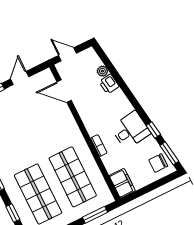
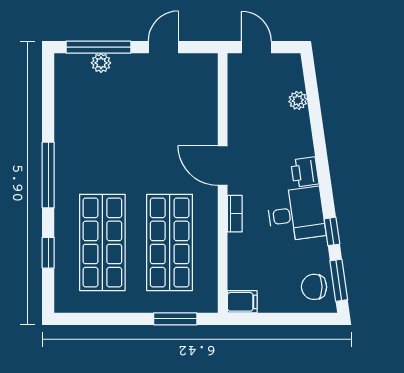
printer: (109, 84) -> (305, 172), moved
door: (64, 91) -> (223, 165), moved
filing cabinet: (122, 183) -> (242, 302), width x0.50

